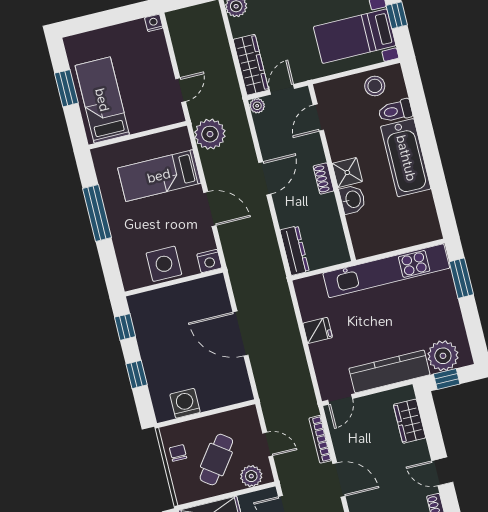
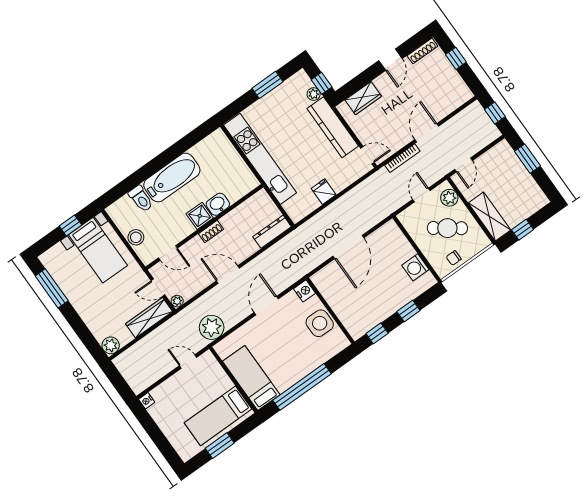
stool: (375, 86) -> (136, 237), moved
bed: (159, 176) -> (251, 378), moved, turned 180
window: (97, 213) -> (302, 387), width x1.46
window: (461, 278) -> (267, 85), moved
plant: (443, 356) -> (314, 94), width x0.53, depth x0.53

